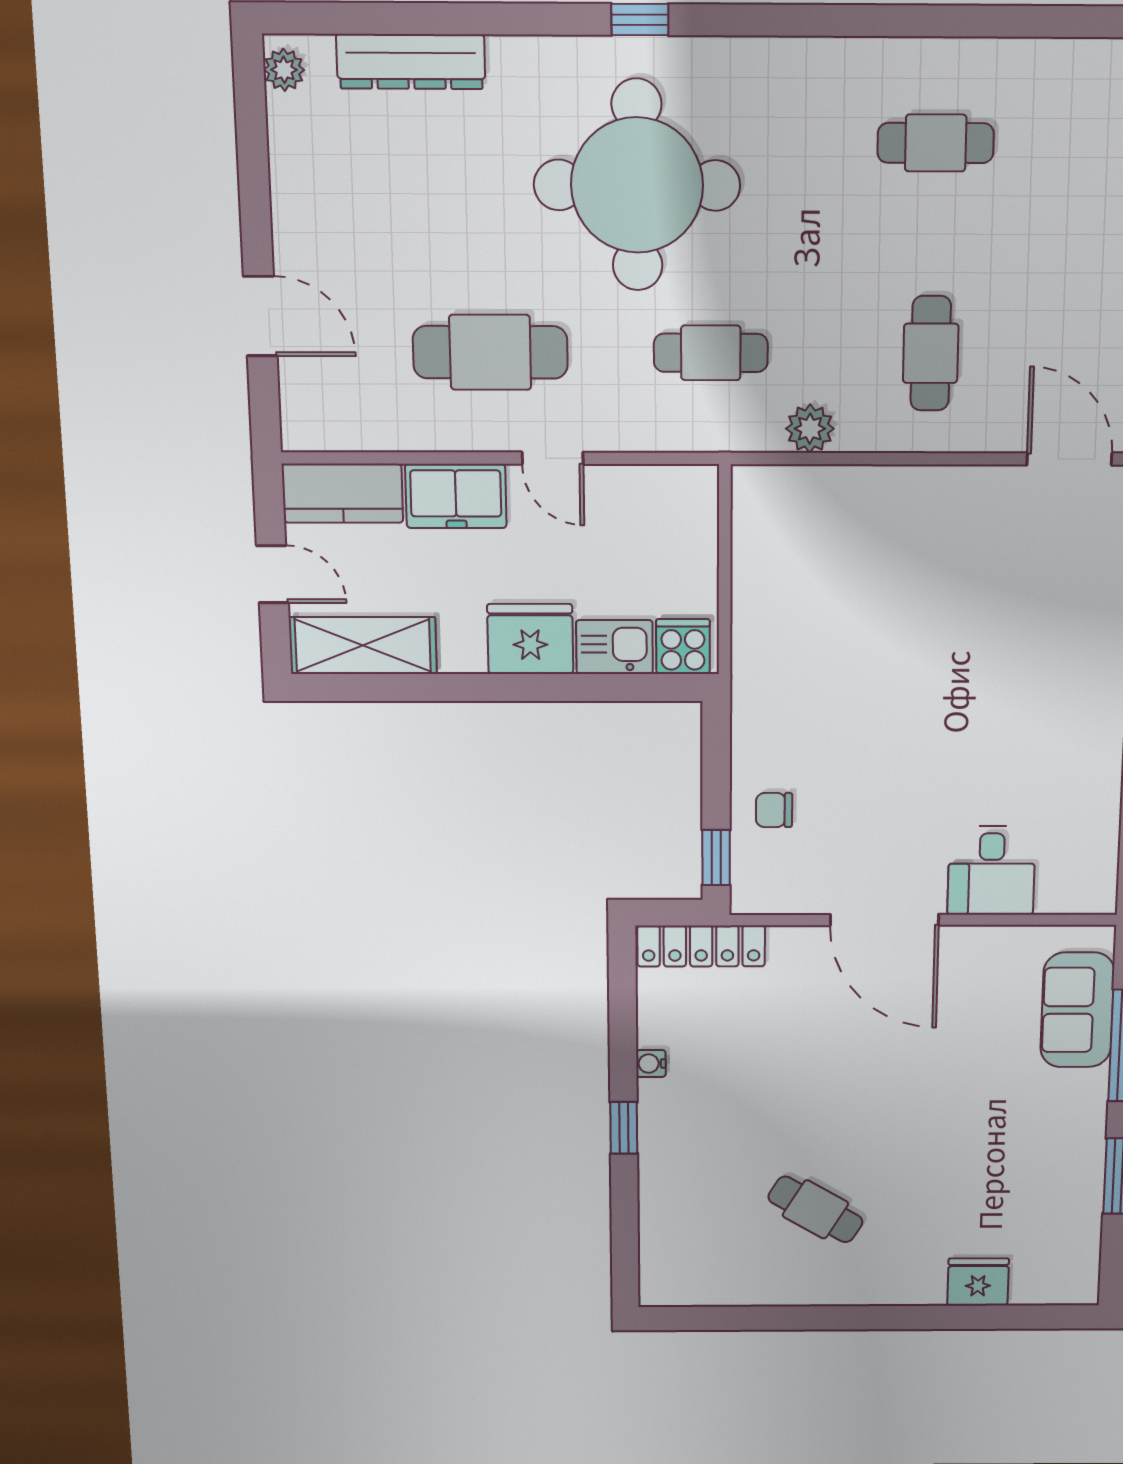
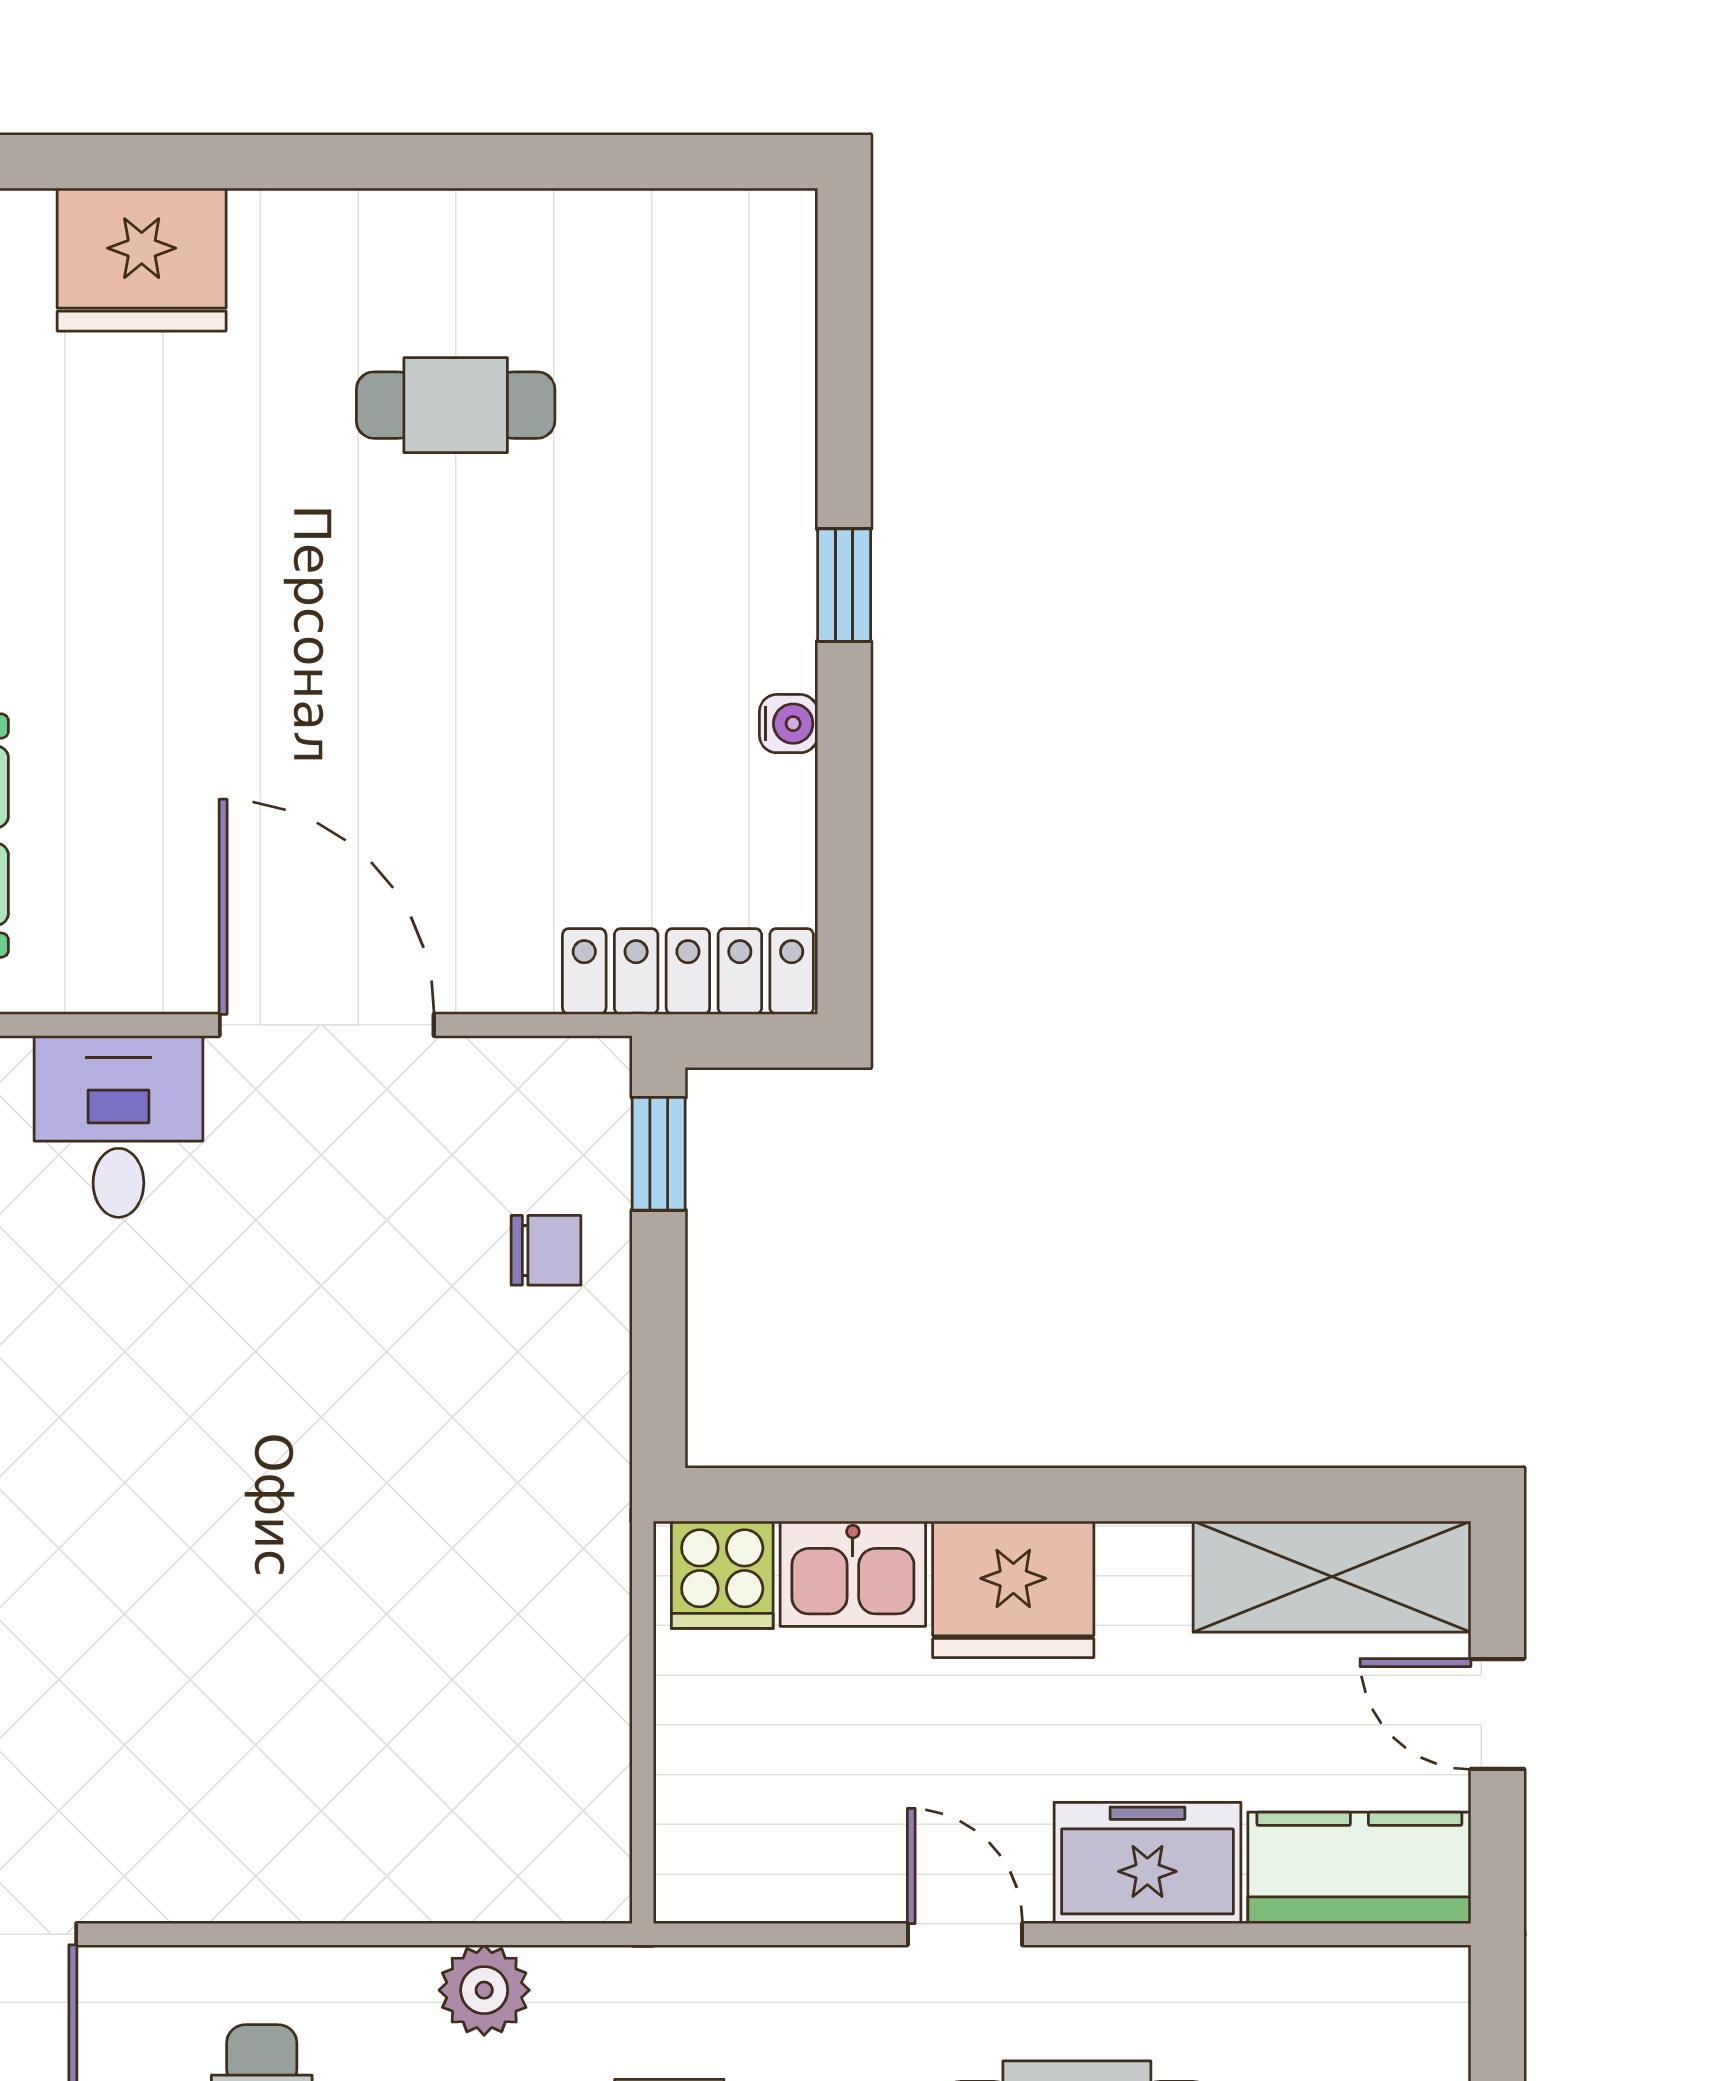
cafe table: (815, 1209) -> (456, 405), turned -31
fridge: (978, 1282) -> (142, 260), width x1.36, depth x1.34

